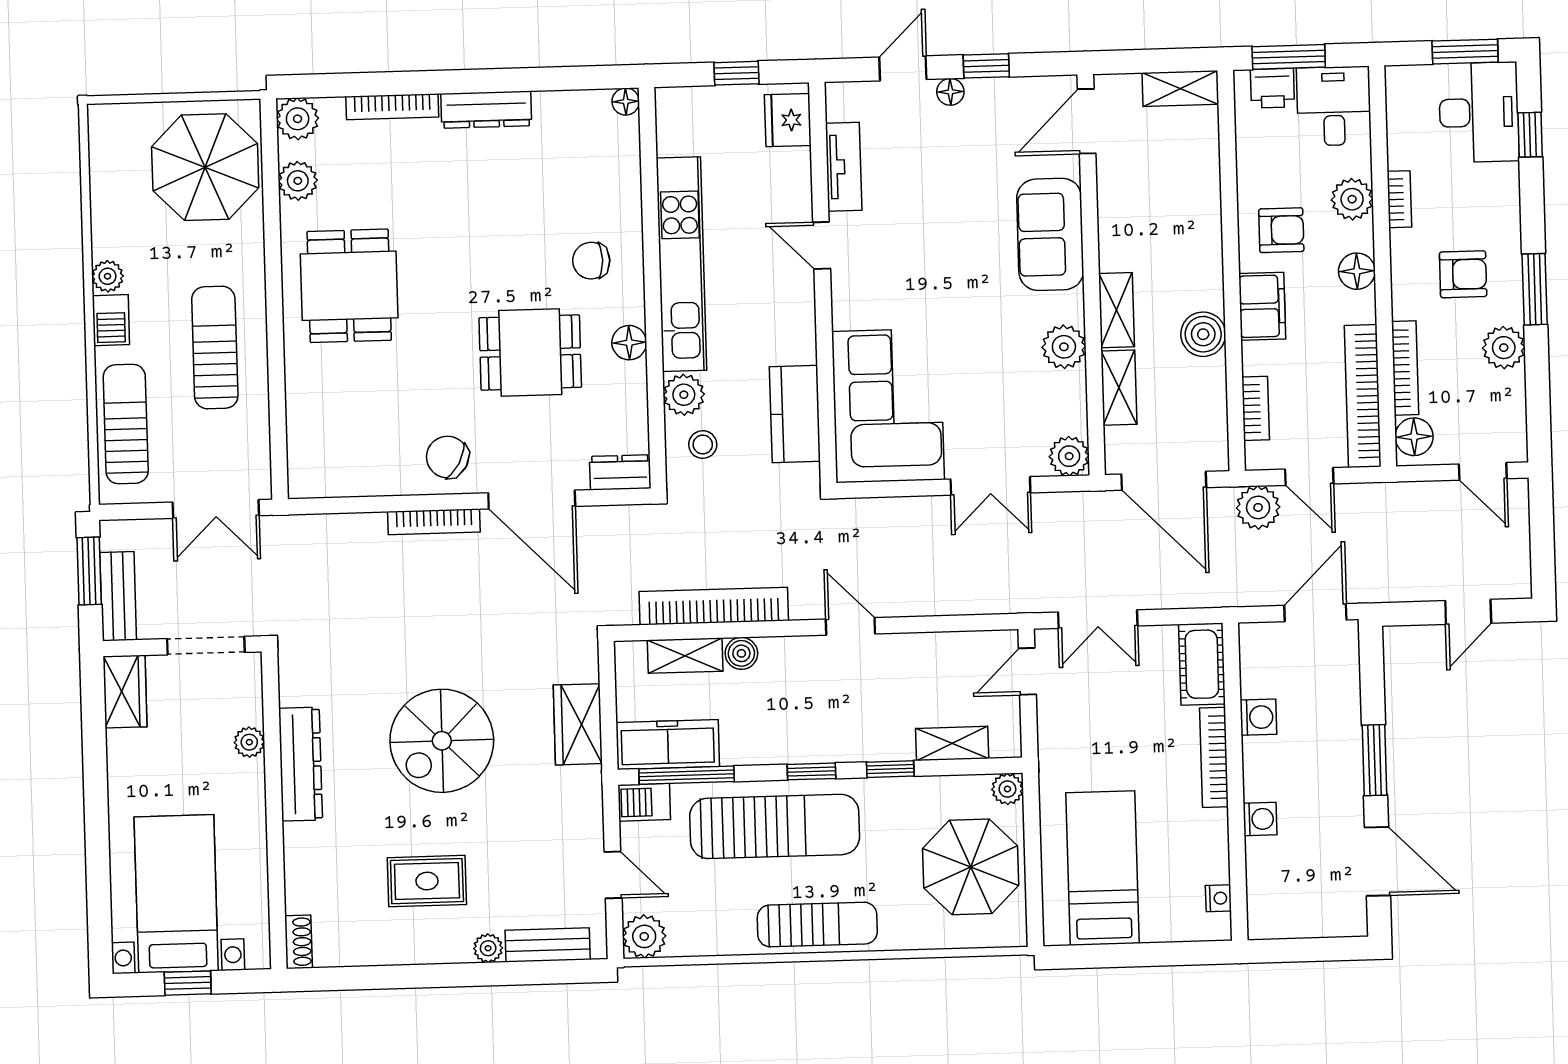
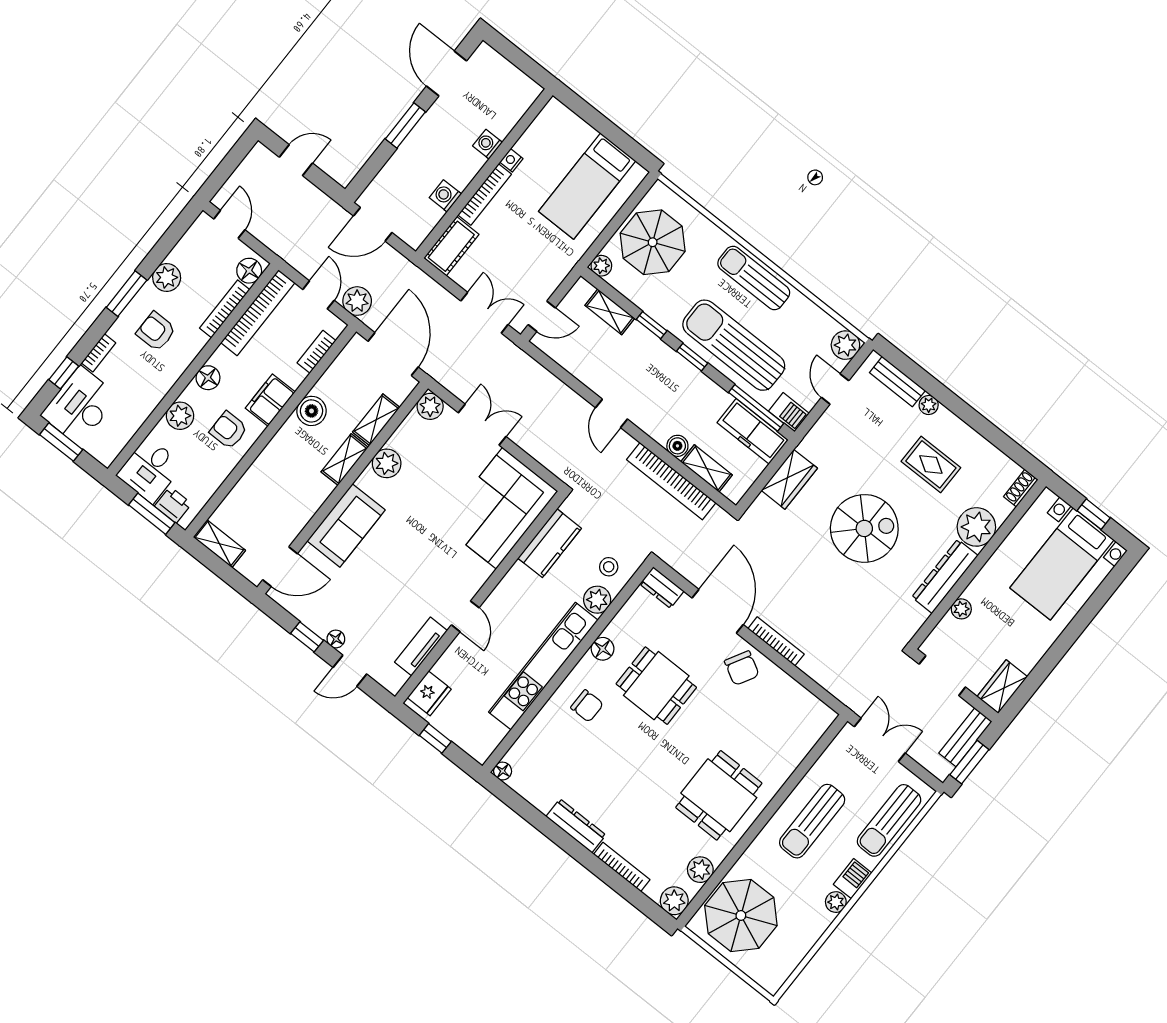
bookcase: (1399, 199) -> (99, 353), moved, turned 180
plant: (312, 853) -> (976, 527), added
nightstand: (1218, 898) -> (511, 160), moved

